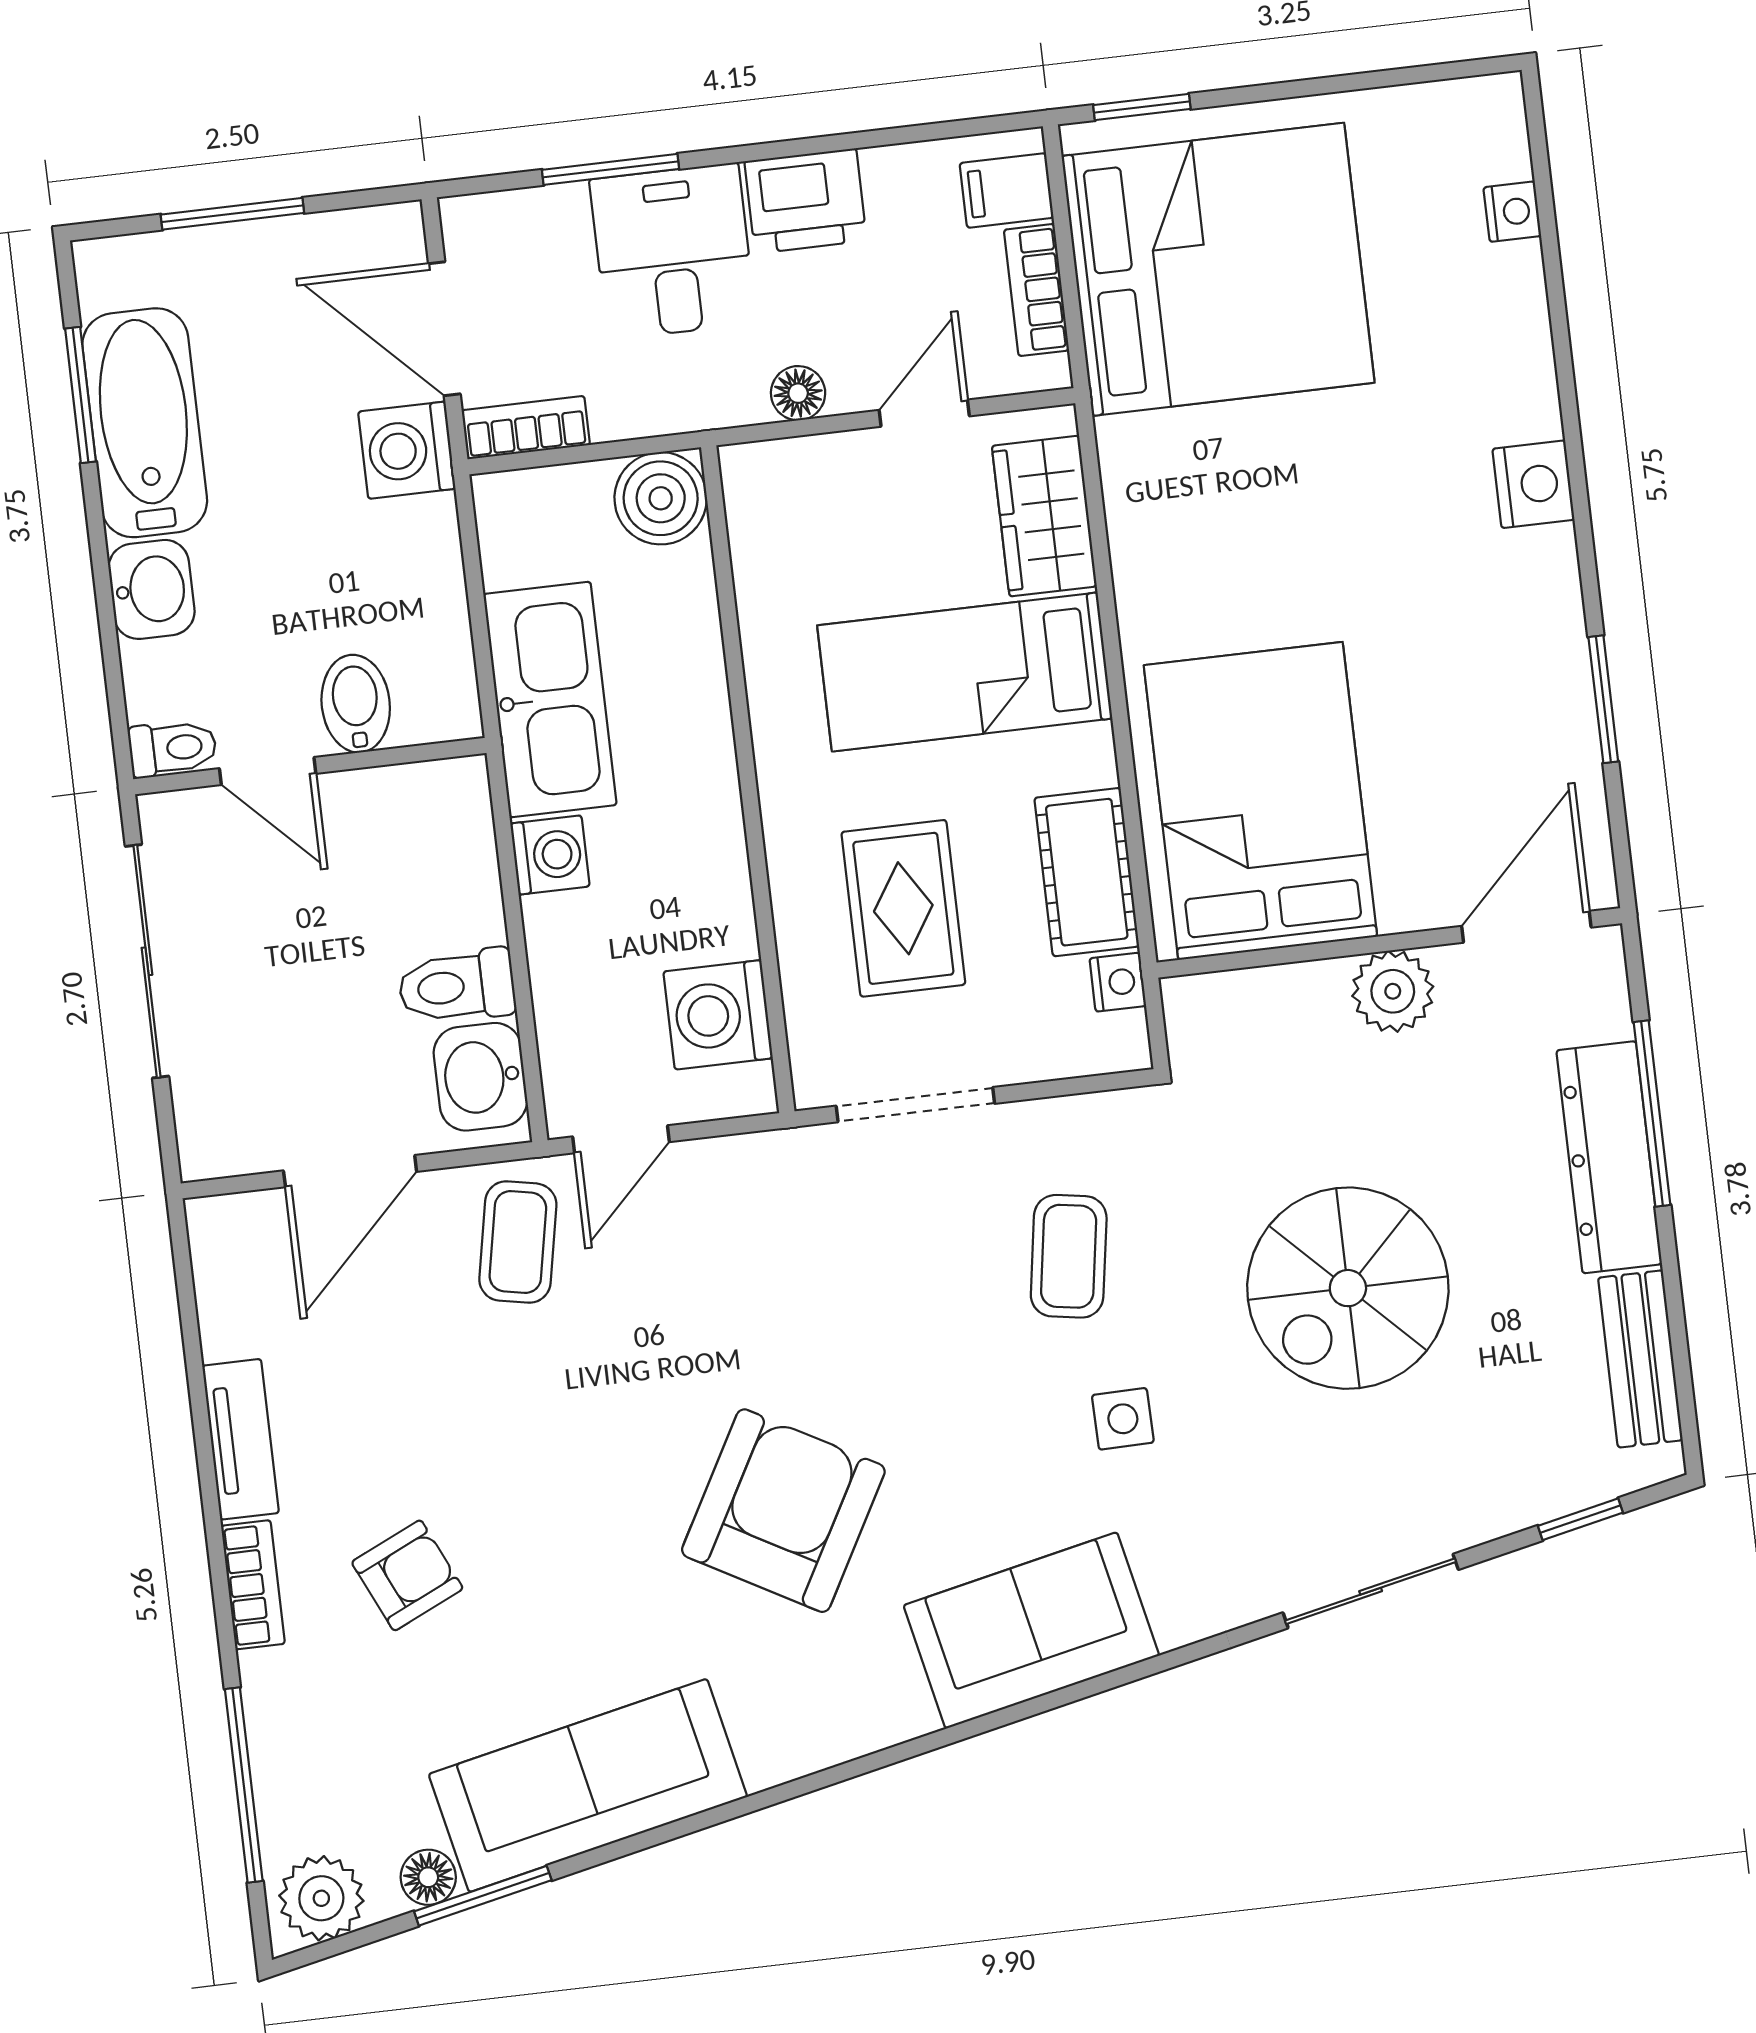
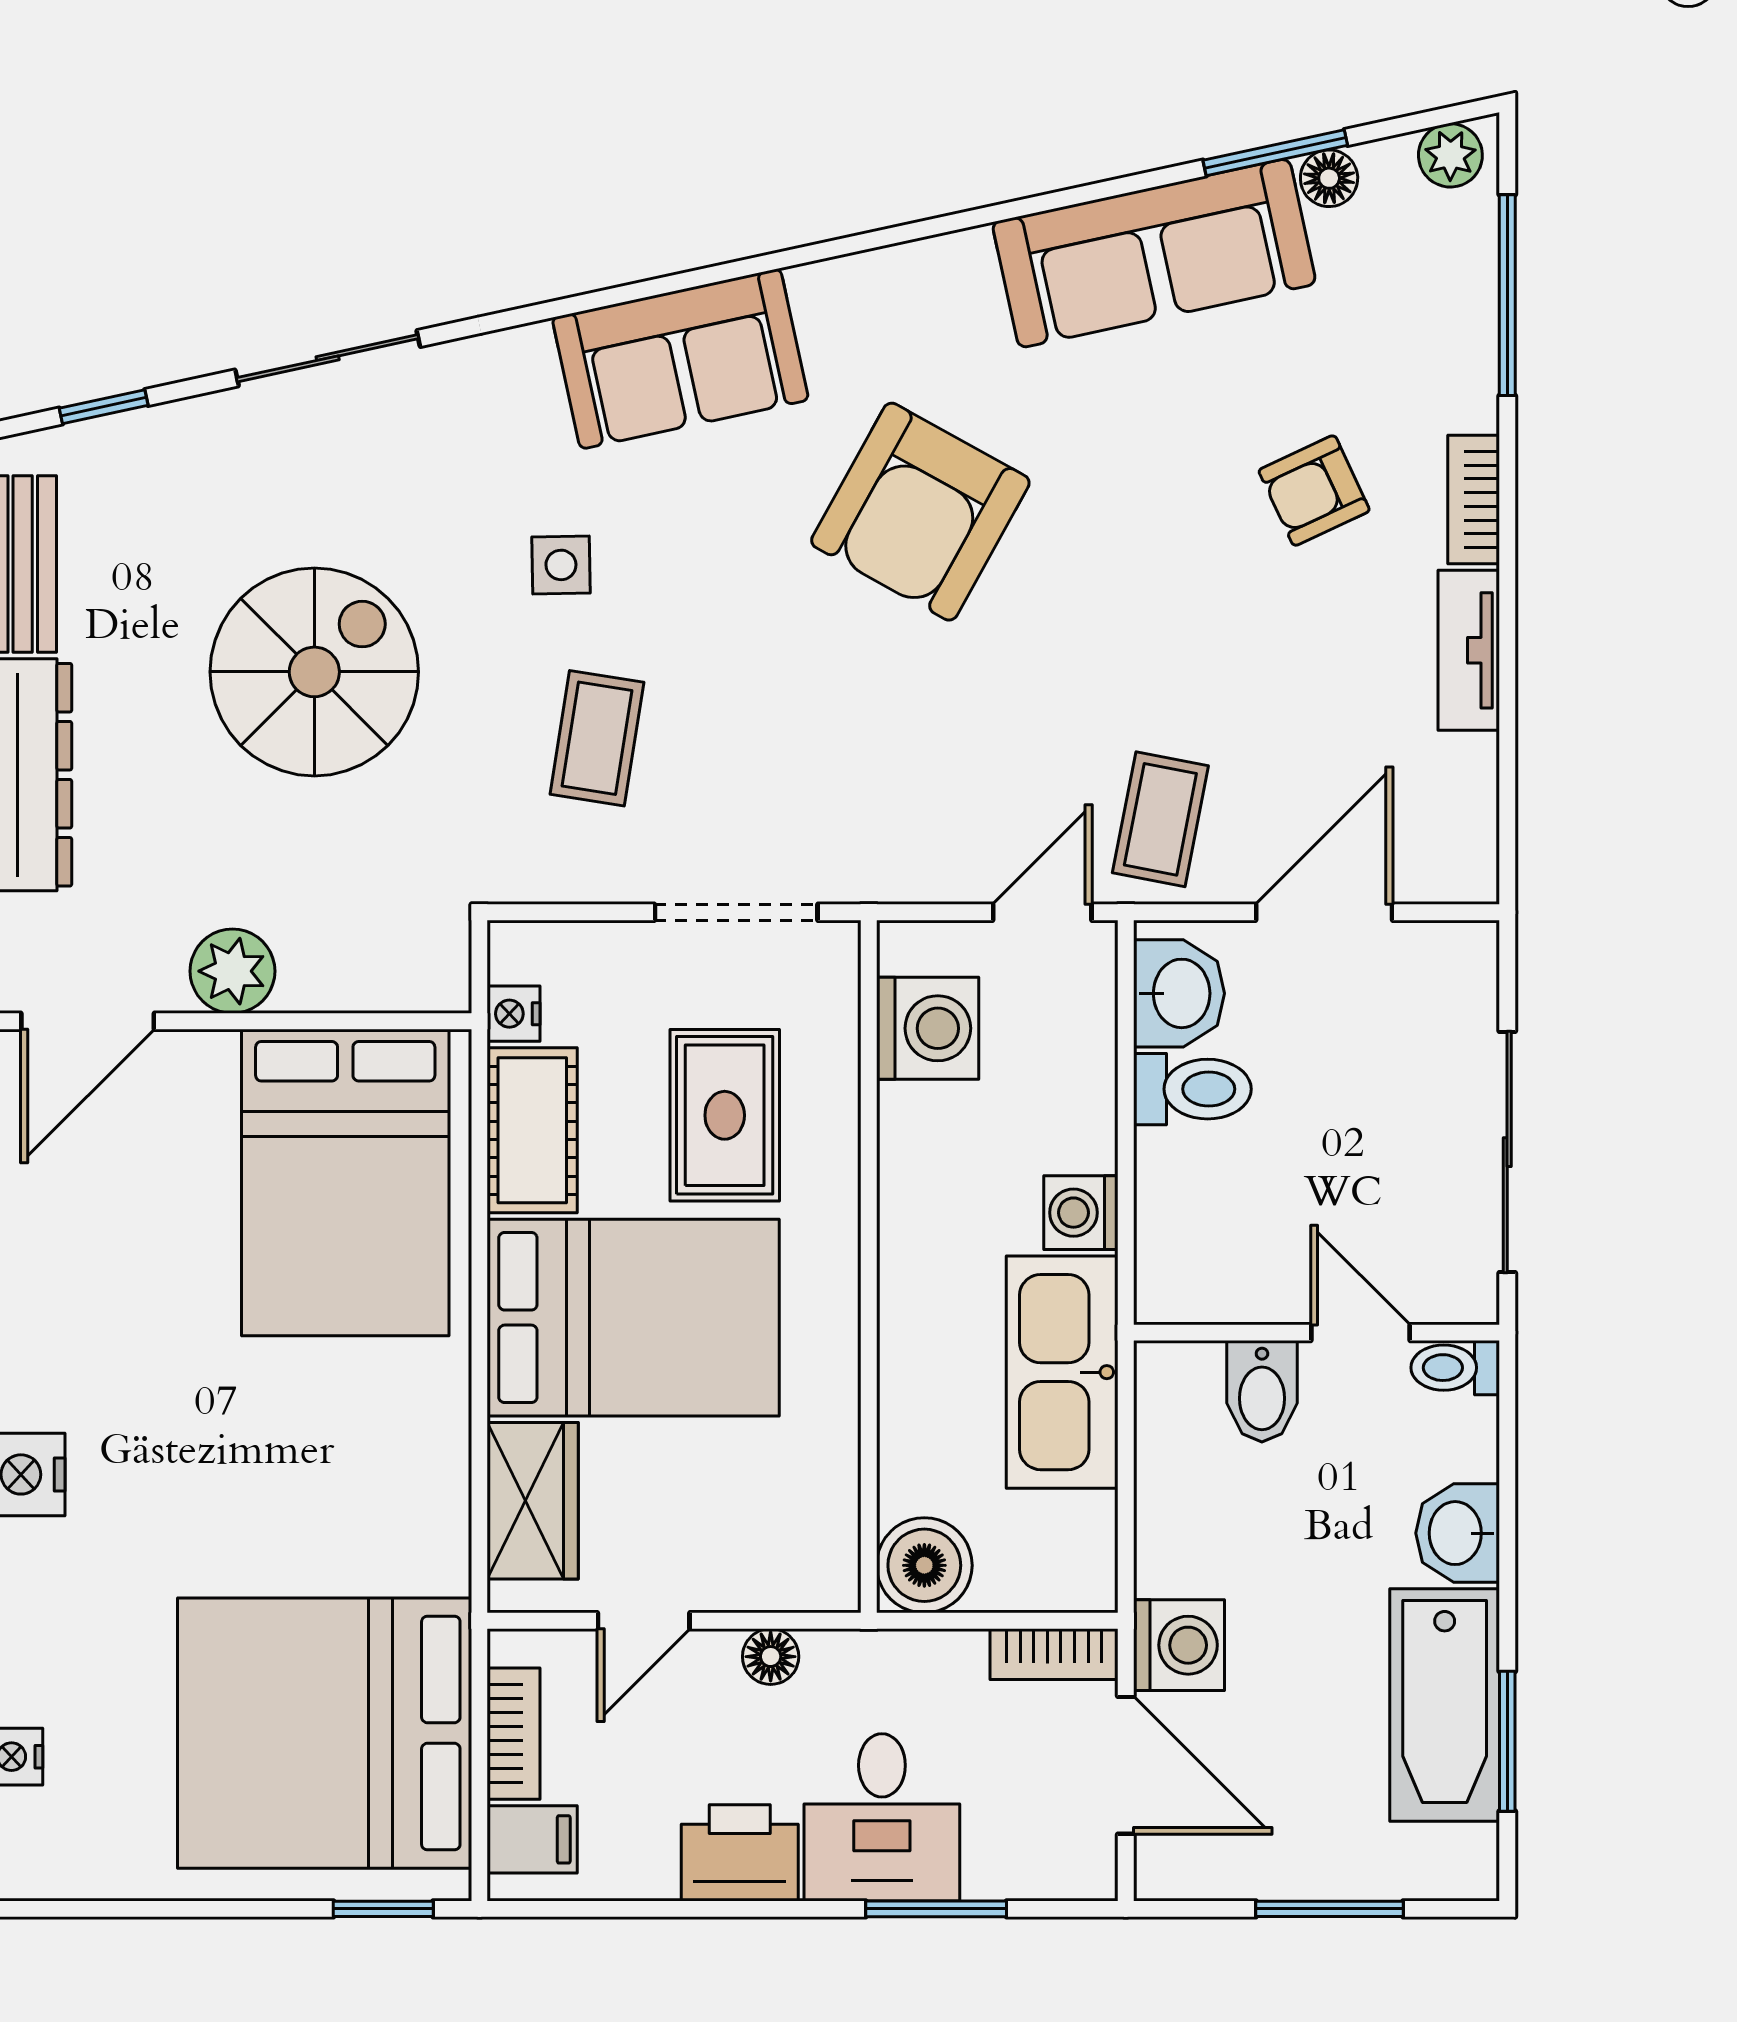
bed: (965, 672) -> (633, 1318), width x1.50
plant: (321, 1898) -> (1450, 155), width x0.73, depth x0.73

